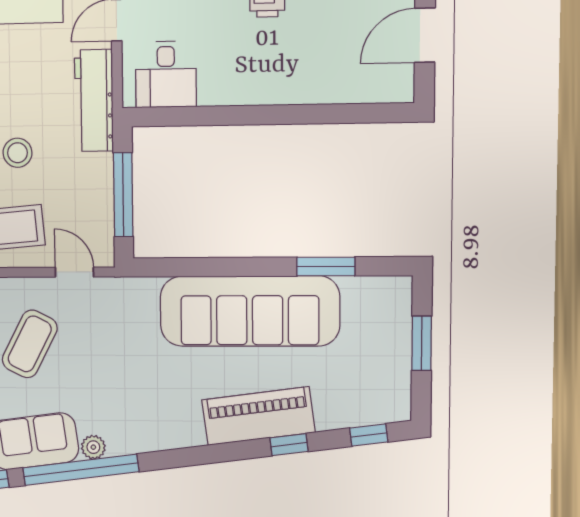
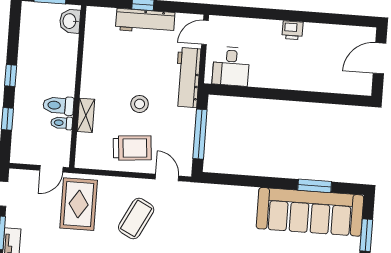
sofa: (250, 311) -> (310, 212), moved

